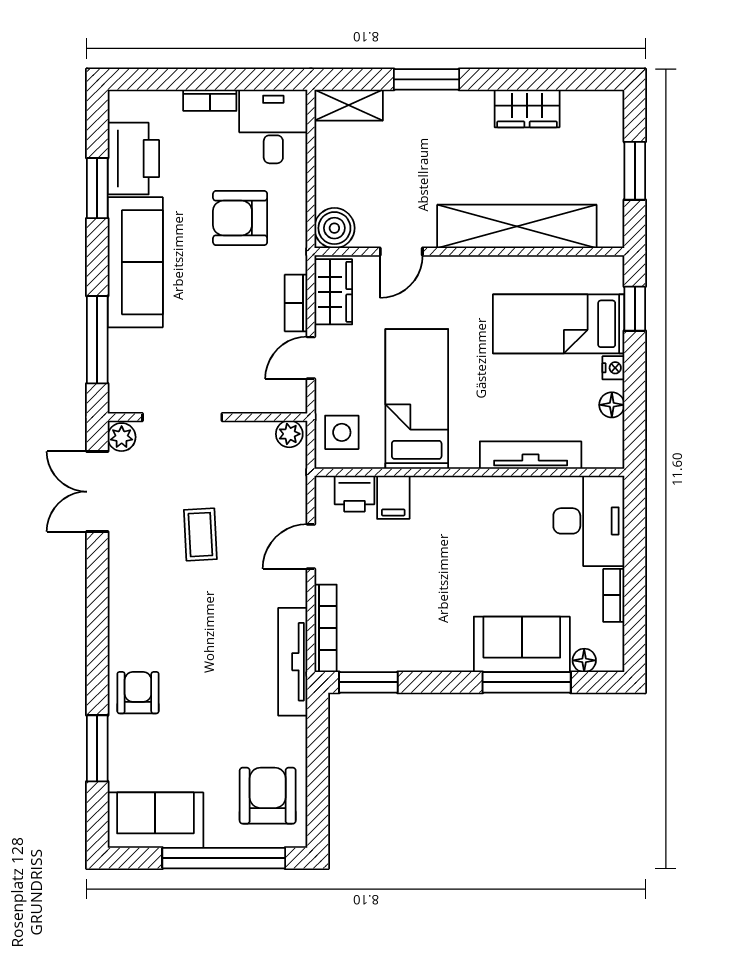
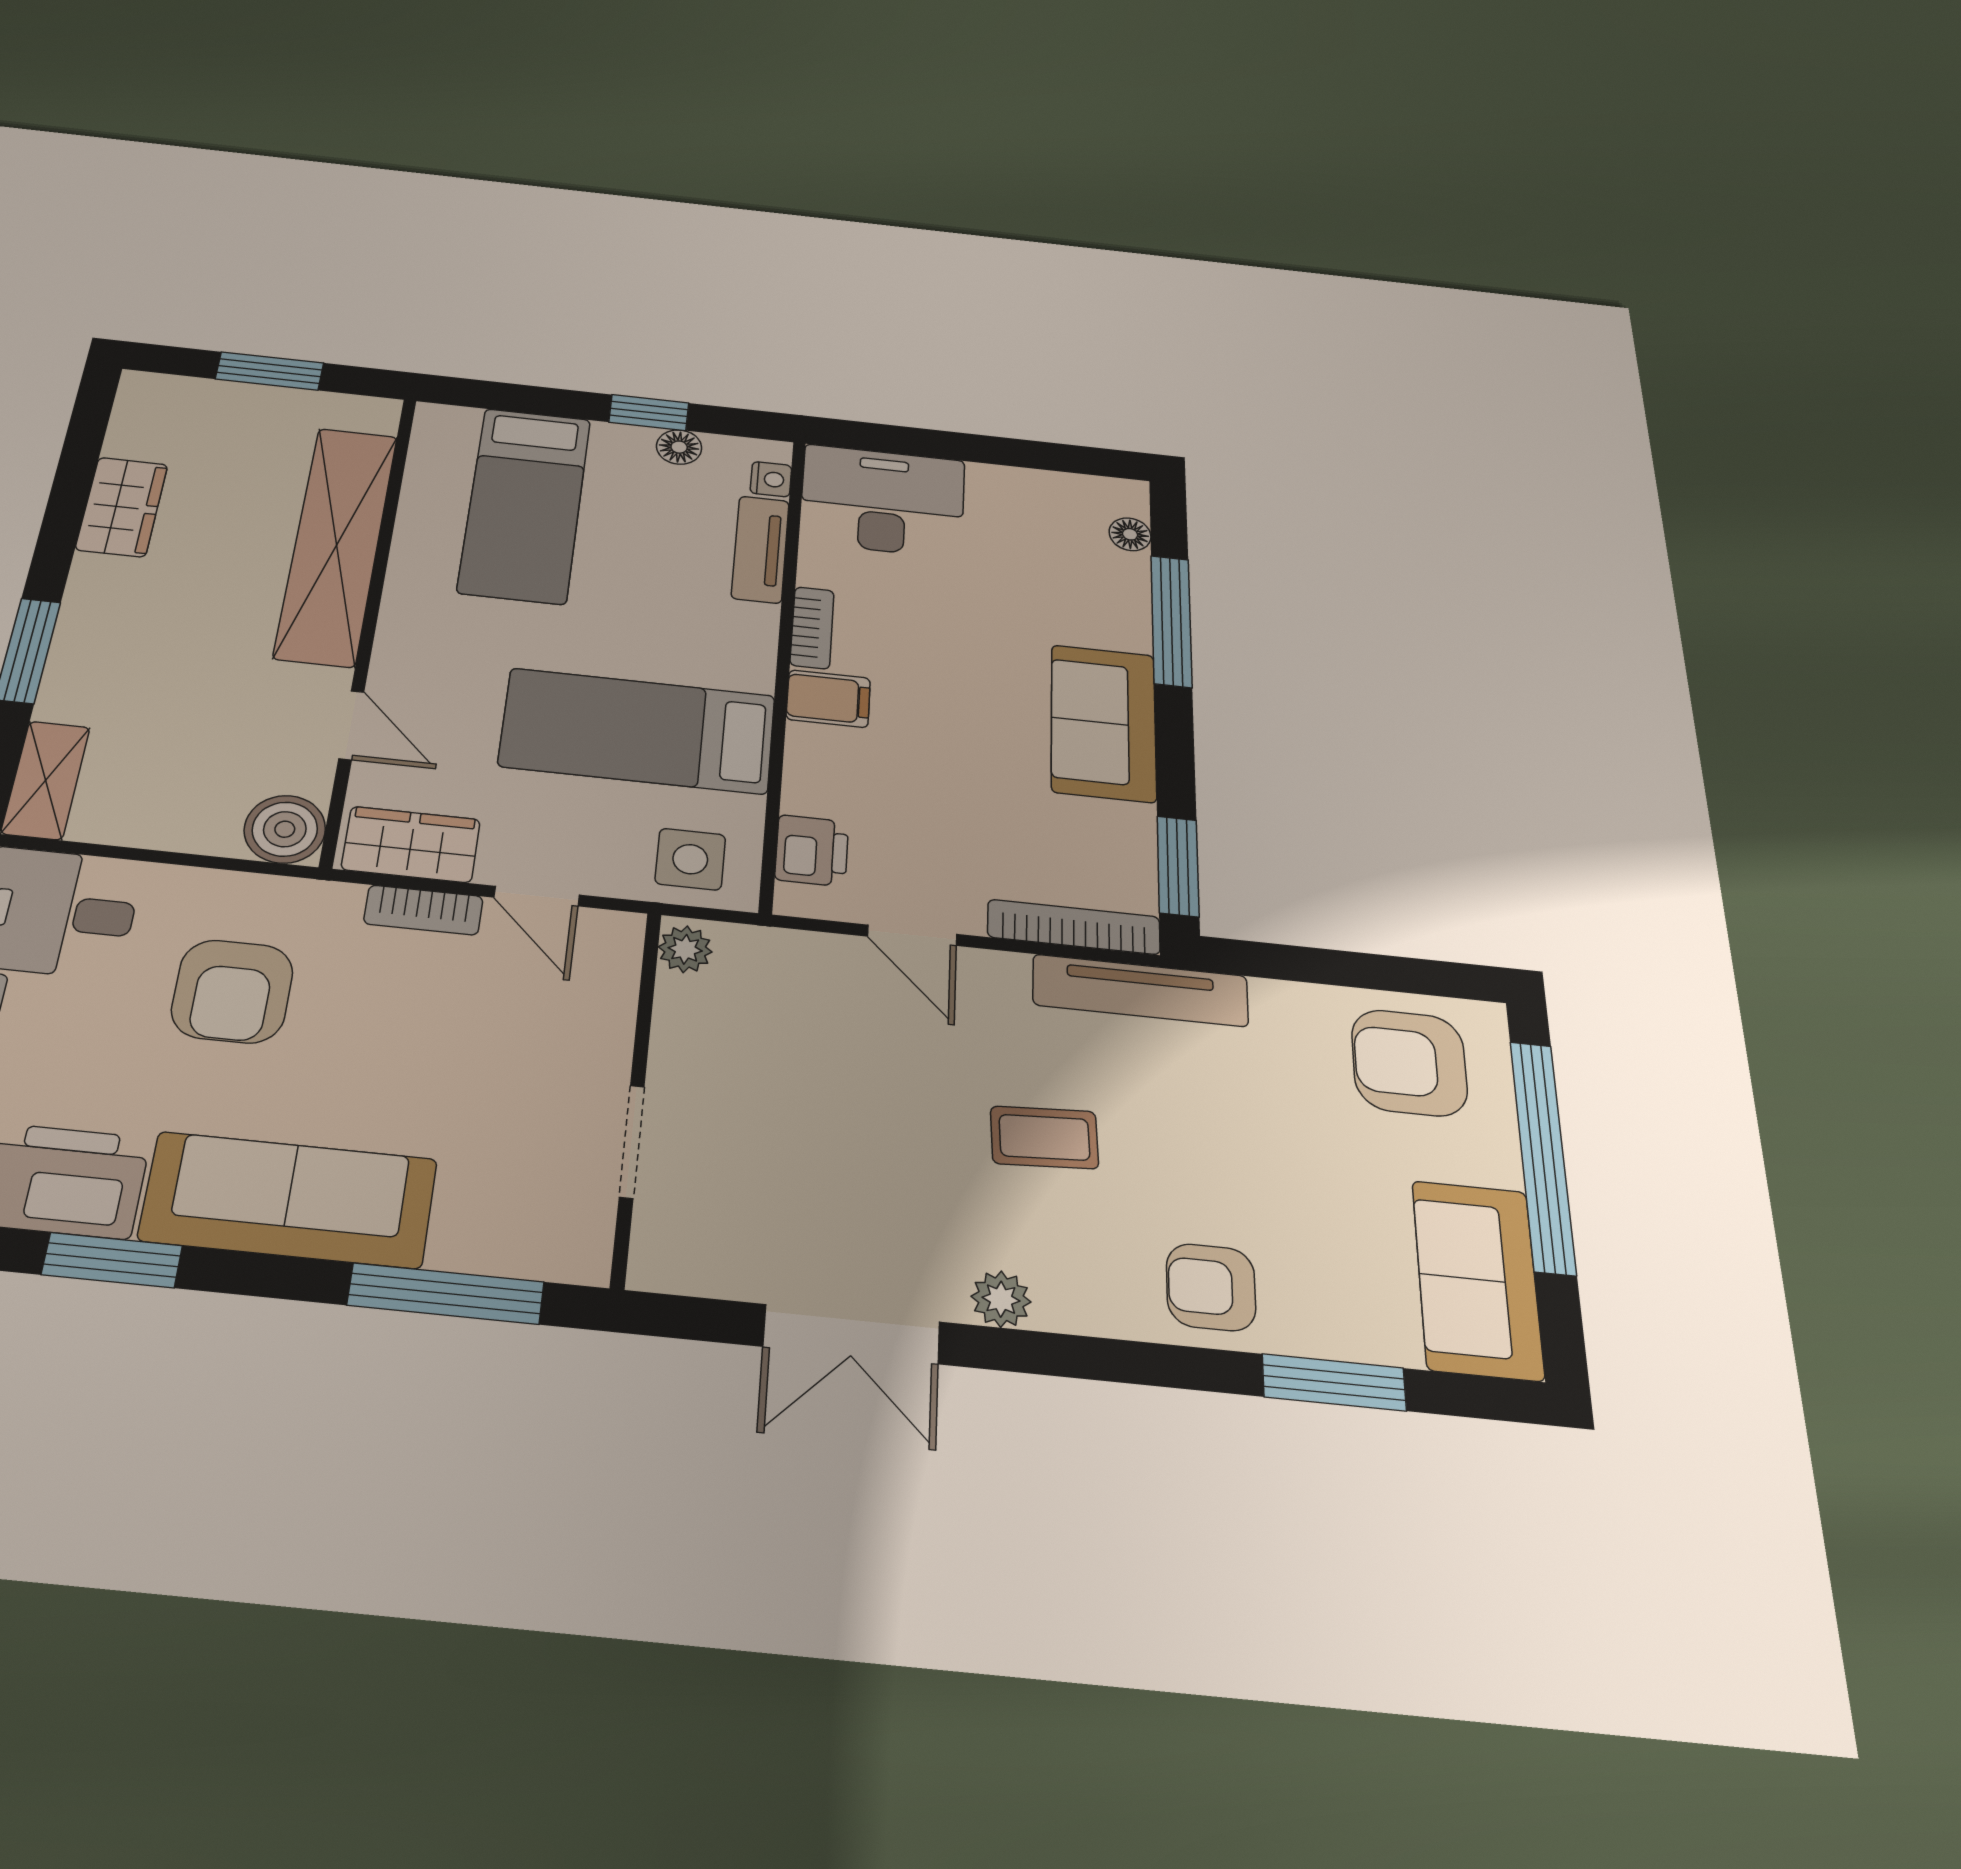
window: (635, 309) -> (649, 413), moved
nightstand: (613, 368) -> (771, 479), moved, turned 90
doorway: (182, 417) -> (632, 1142), width x0.73
plant: (122, 437) -> (1001, 1299), moved
tv unit: (531, 455) -> (760, 549), width x0.71
double door: (97, 492) -> (852, 1334), moved
filing cabinet: (393, 497) -> (828, 699), moved
coffee table: (200, 535) -> (1044, 1137), moved
bookcase: (614, 595) -> (812, 628), moved, turned -90
sofa: (522, 644) -> (1103, 723), moved

